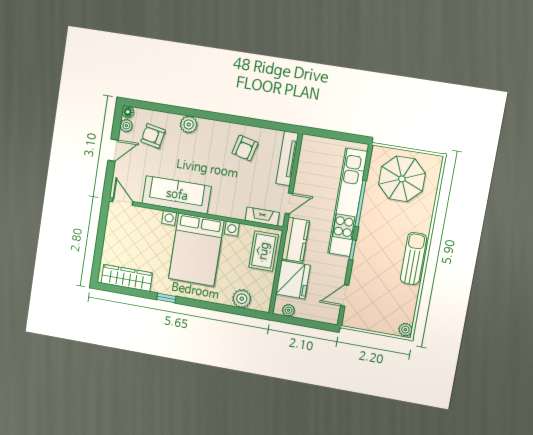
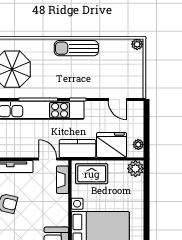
plant: (242, 299) -> (135, 169), moved

